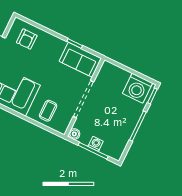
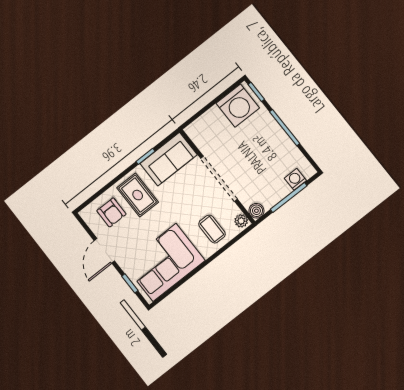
rug: (47, 51) -> (138, 195), added
plant: (63, 127) -> (241, 221), added
washing machine: (96, 144) -> (295, 179), moved

